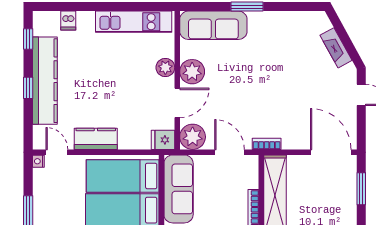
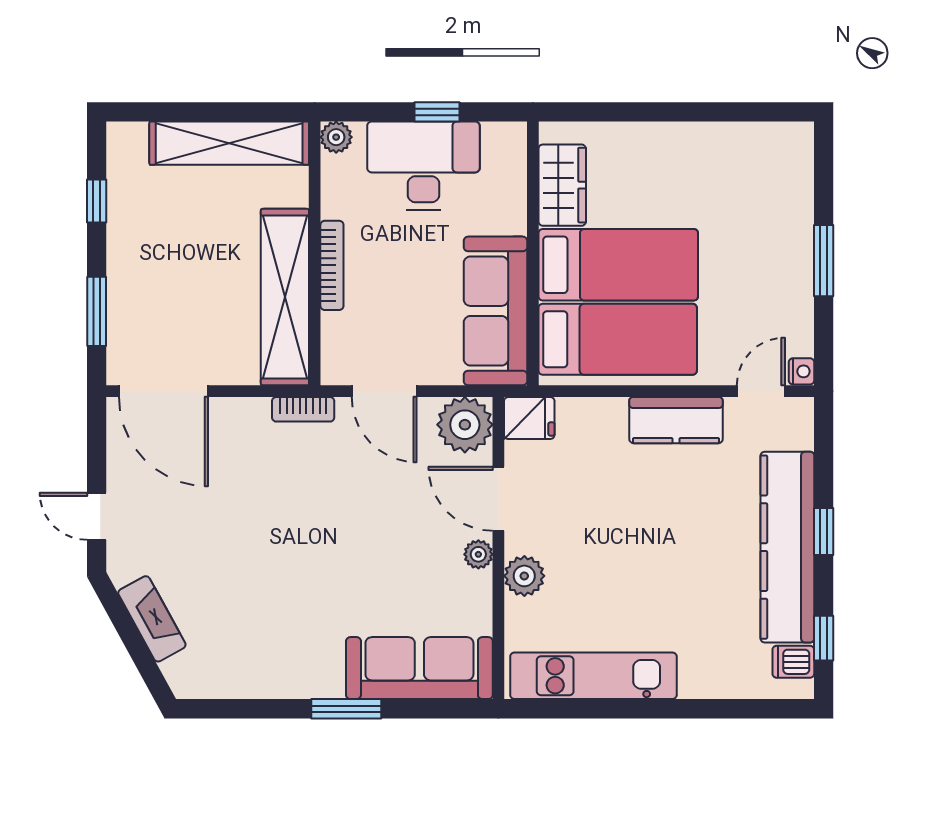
dishwasher: (68, 21) -> (793, 662), moved, turned -90
plant: (192, 72) -> (478, 554), width x0.53, depth x0.53
door: (177, 103) -> (498, 499), hinge flipped
door: (57, 152) -> (761, 391), swing flipped

